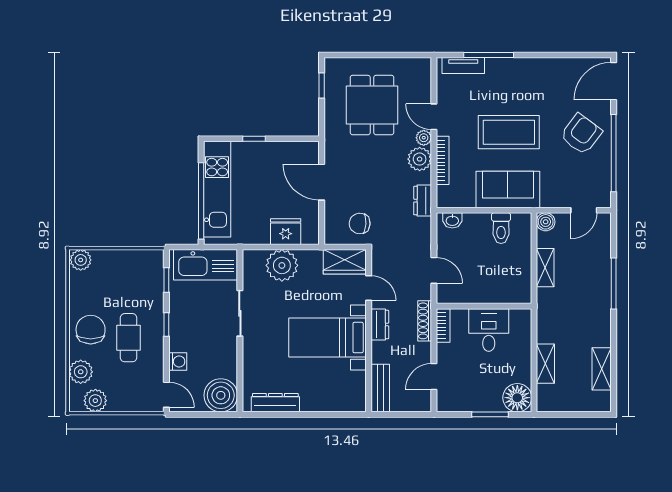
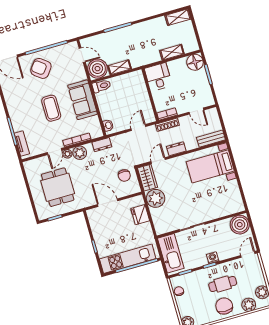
dining table: (372, 105) -> (58, 187), turned 90
coffee table: (509, 132) -> (51, 108), width x0.73, depth x0.76
door: (322, 182) -> (108, 203), swing flipped
boiler: (546, 222) -> (97, 69), width x1.86, depth x1.86
toilet: (501, 228) -> (102, 86), moved
chair: (137, 260) -> (179, 291), added
plant: (282, 265) -> (156, 198), moved
chair: (91, 330) -> (224, 306), turned 90
desk: (489, 330) -> (158, 77), moved, turned 90
bed with nightstands: (328, 338) -> (210, 166), moved, turned 90
washing machine: (178, 361) -> (213, 258), moved
shelving: (602, 369) -> (178, 17), moved
dresser: (275, 403) -> (235, 194), removed

